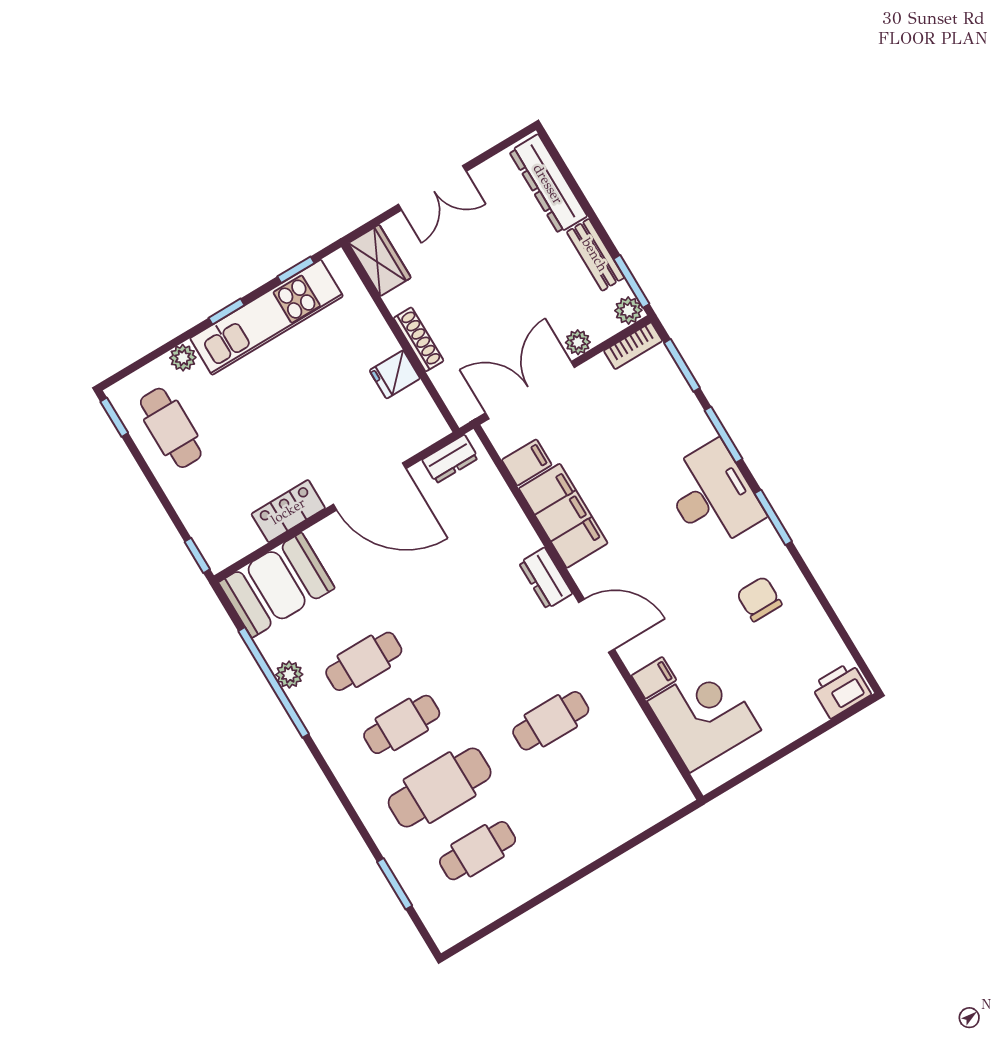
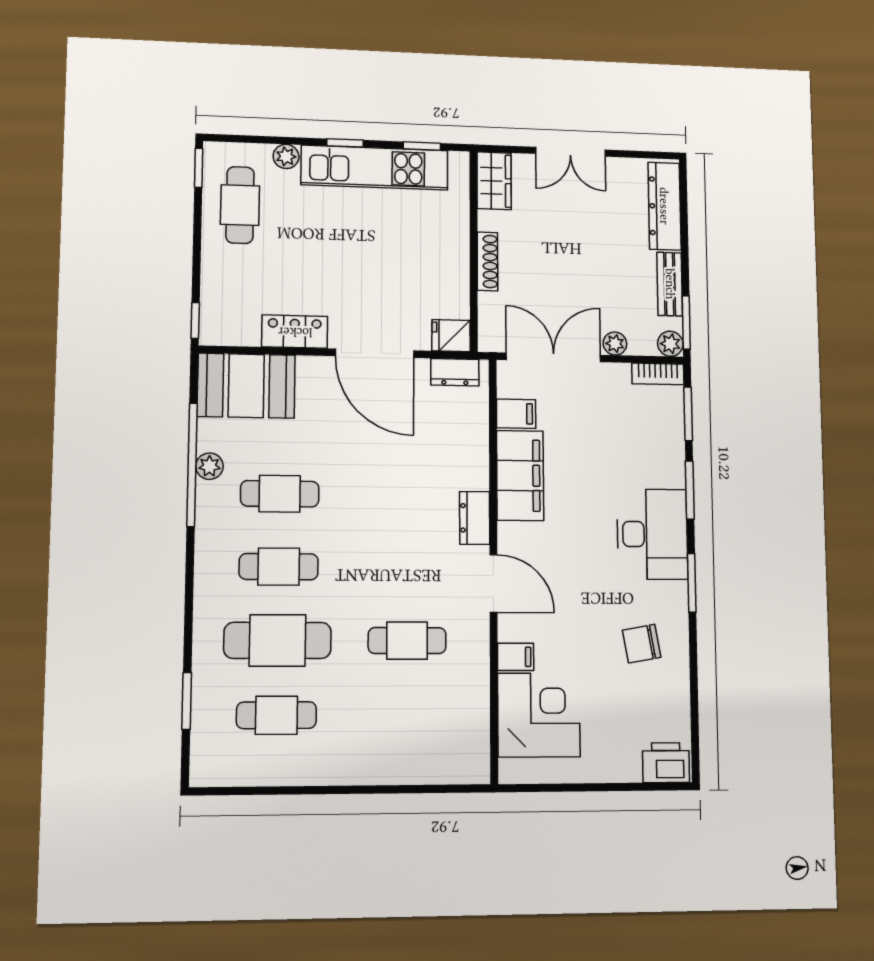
fridge: (395, 374) -> (451, 336), moved
chair: (759, 599) -> (642, 644), turned -100

